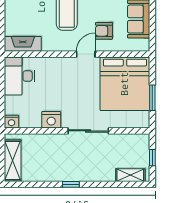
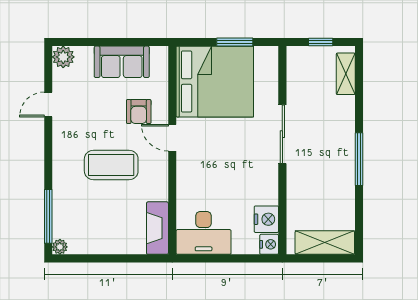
nightstand: (51, 120) -> (266, 219), moved
window: (71, 184) -> (359, 159), width x2.17

